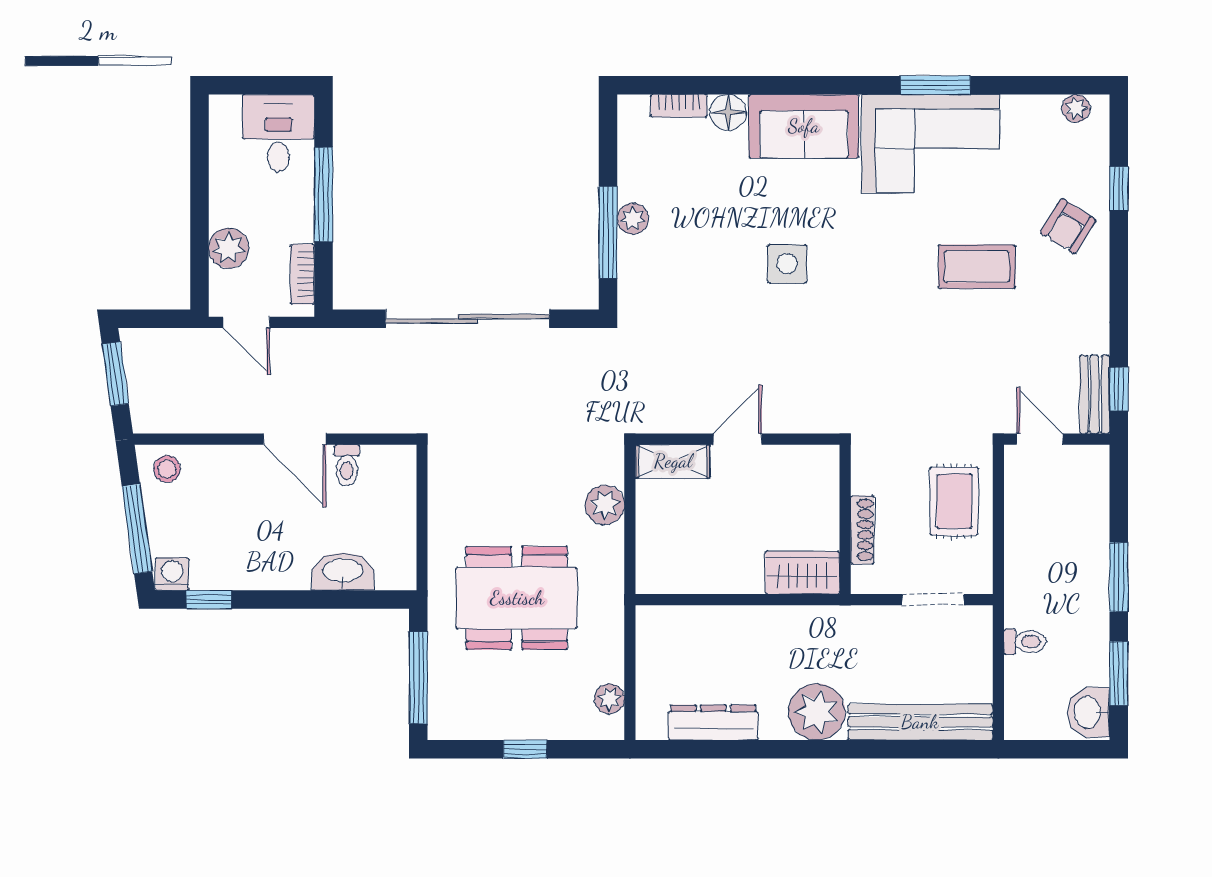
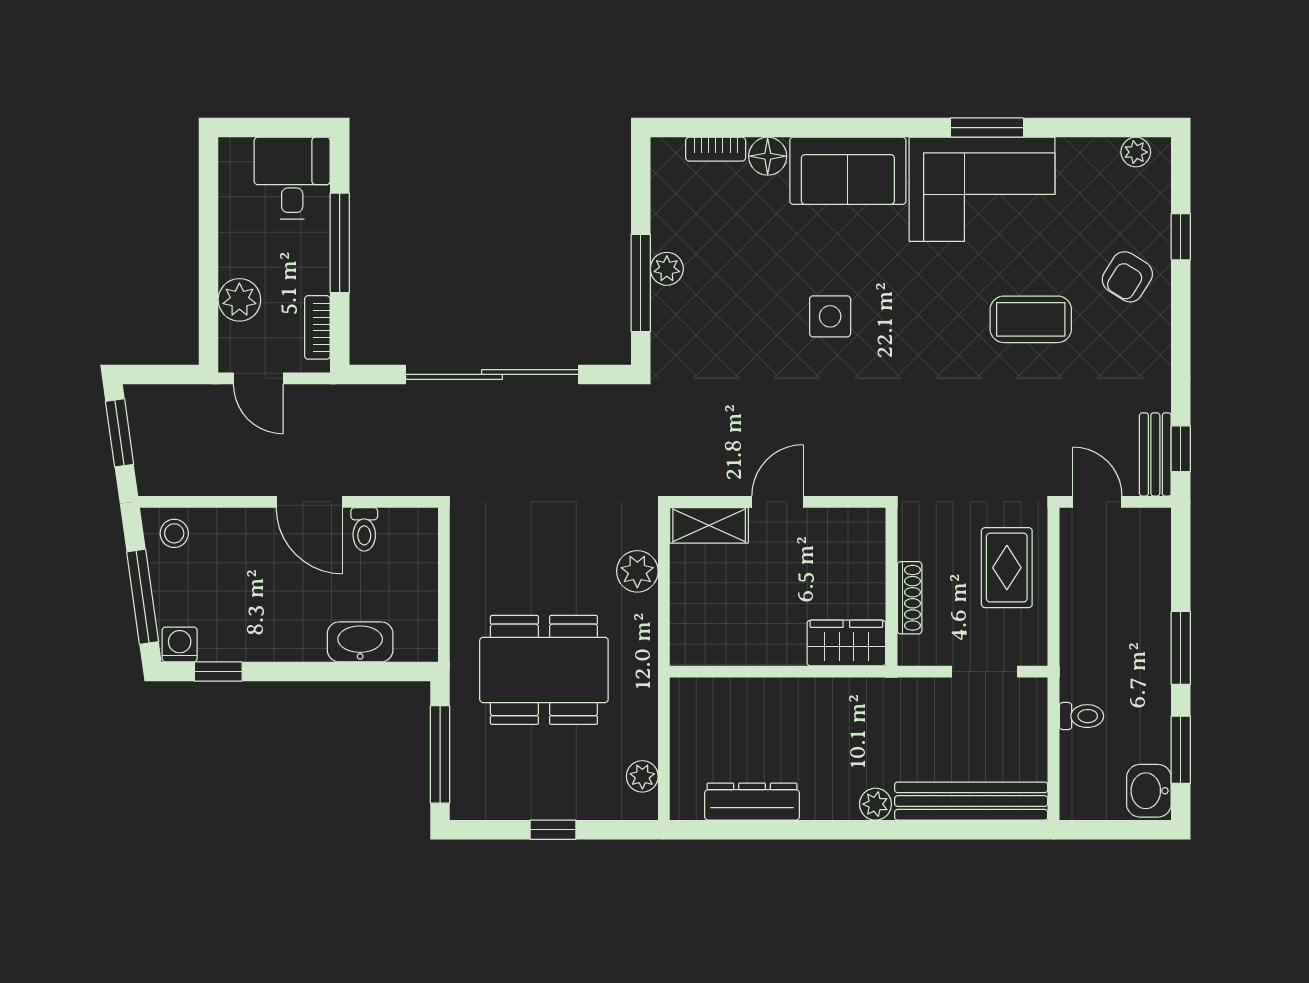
plant: (817, 712) -> (875, 804), width x0.53, depth x0.53

